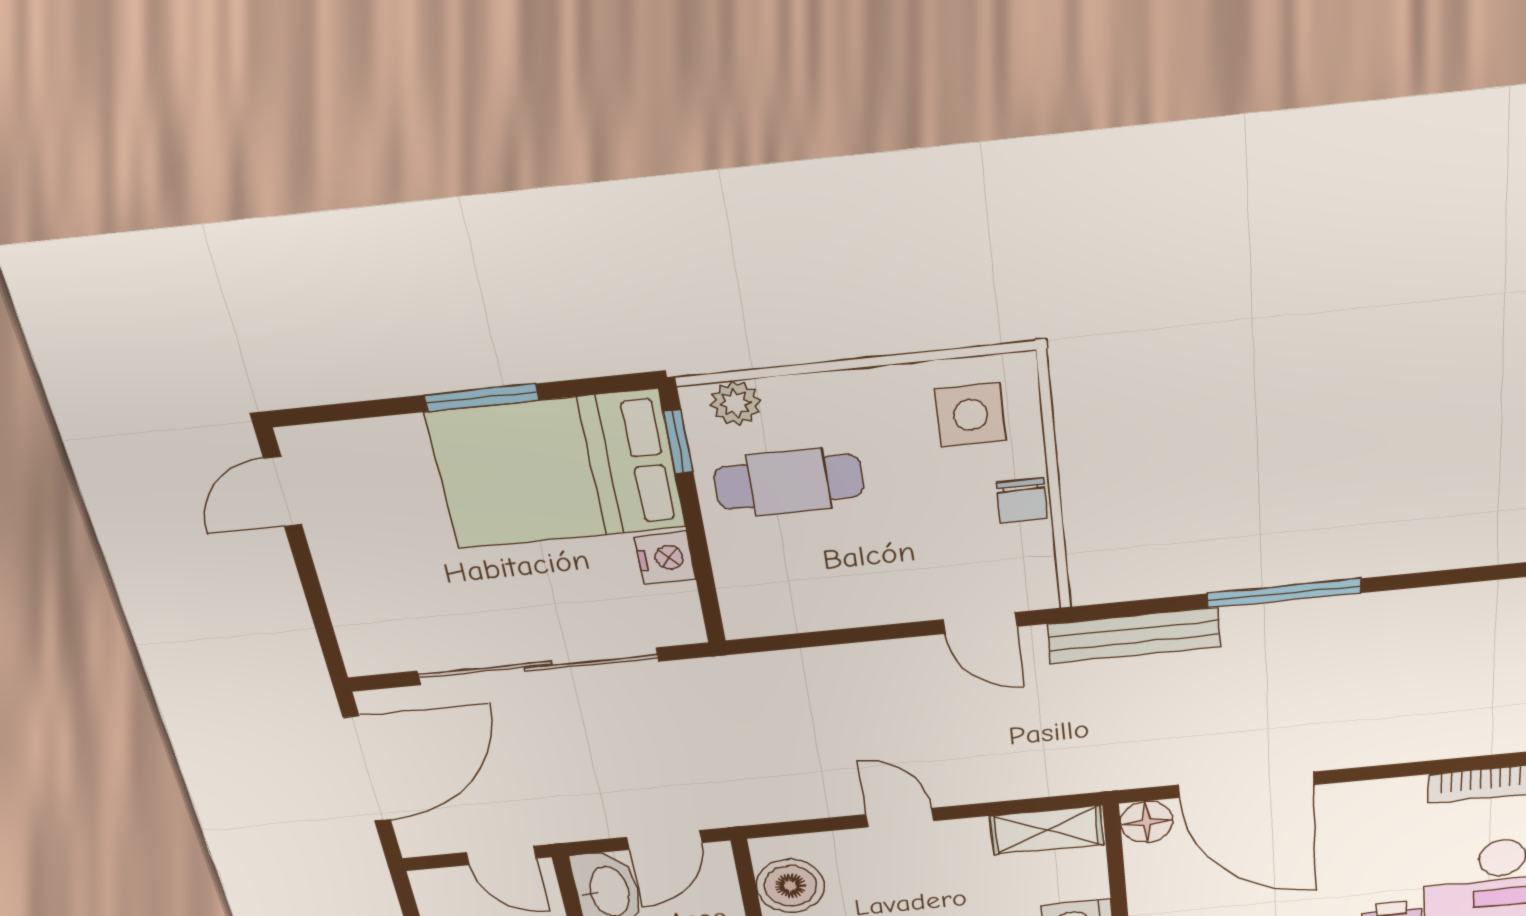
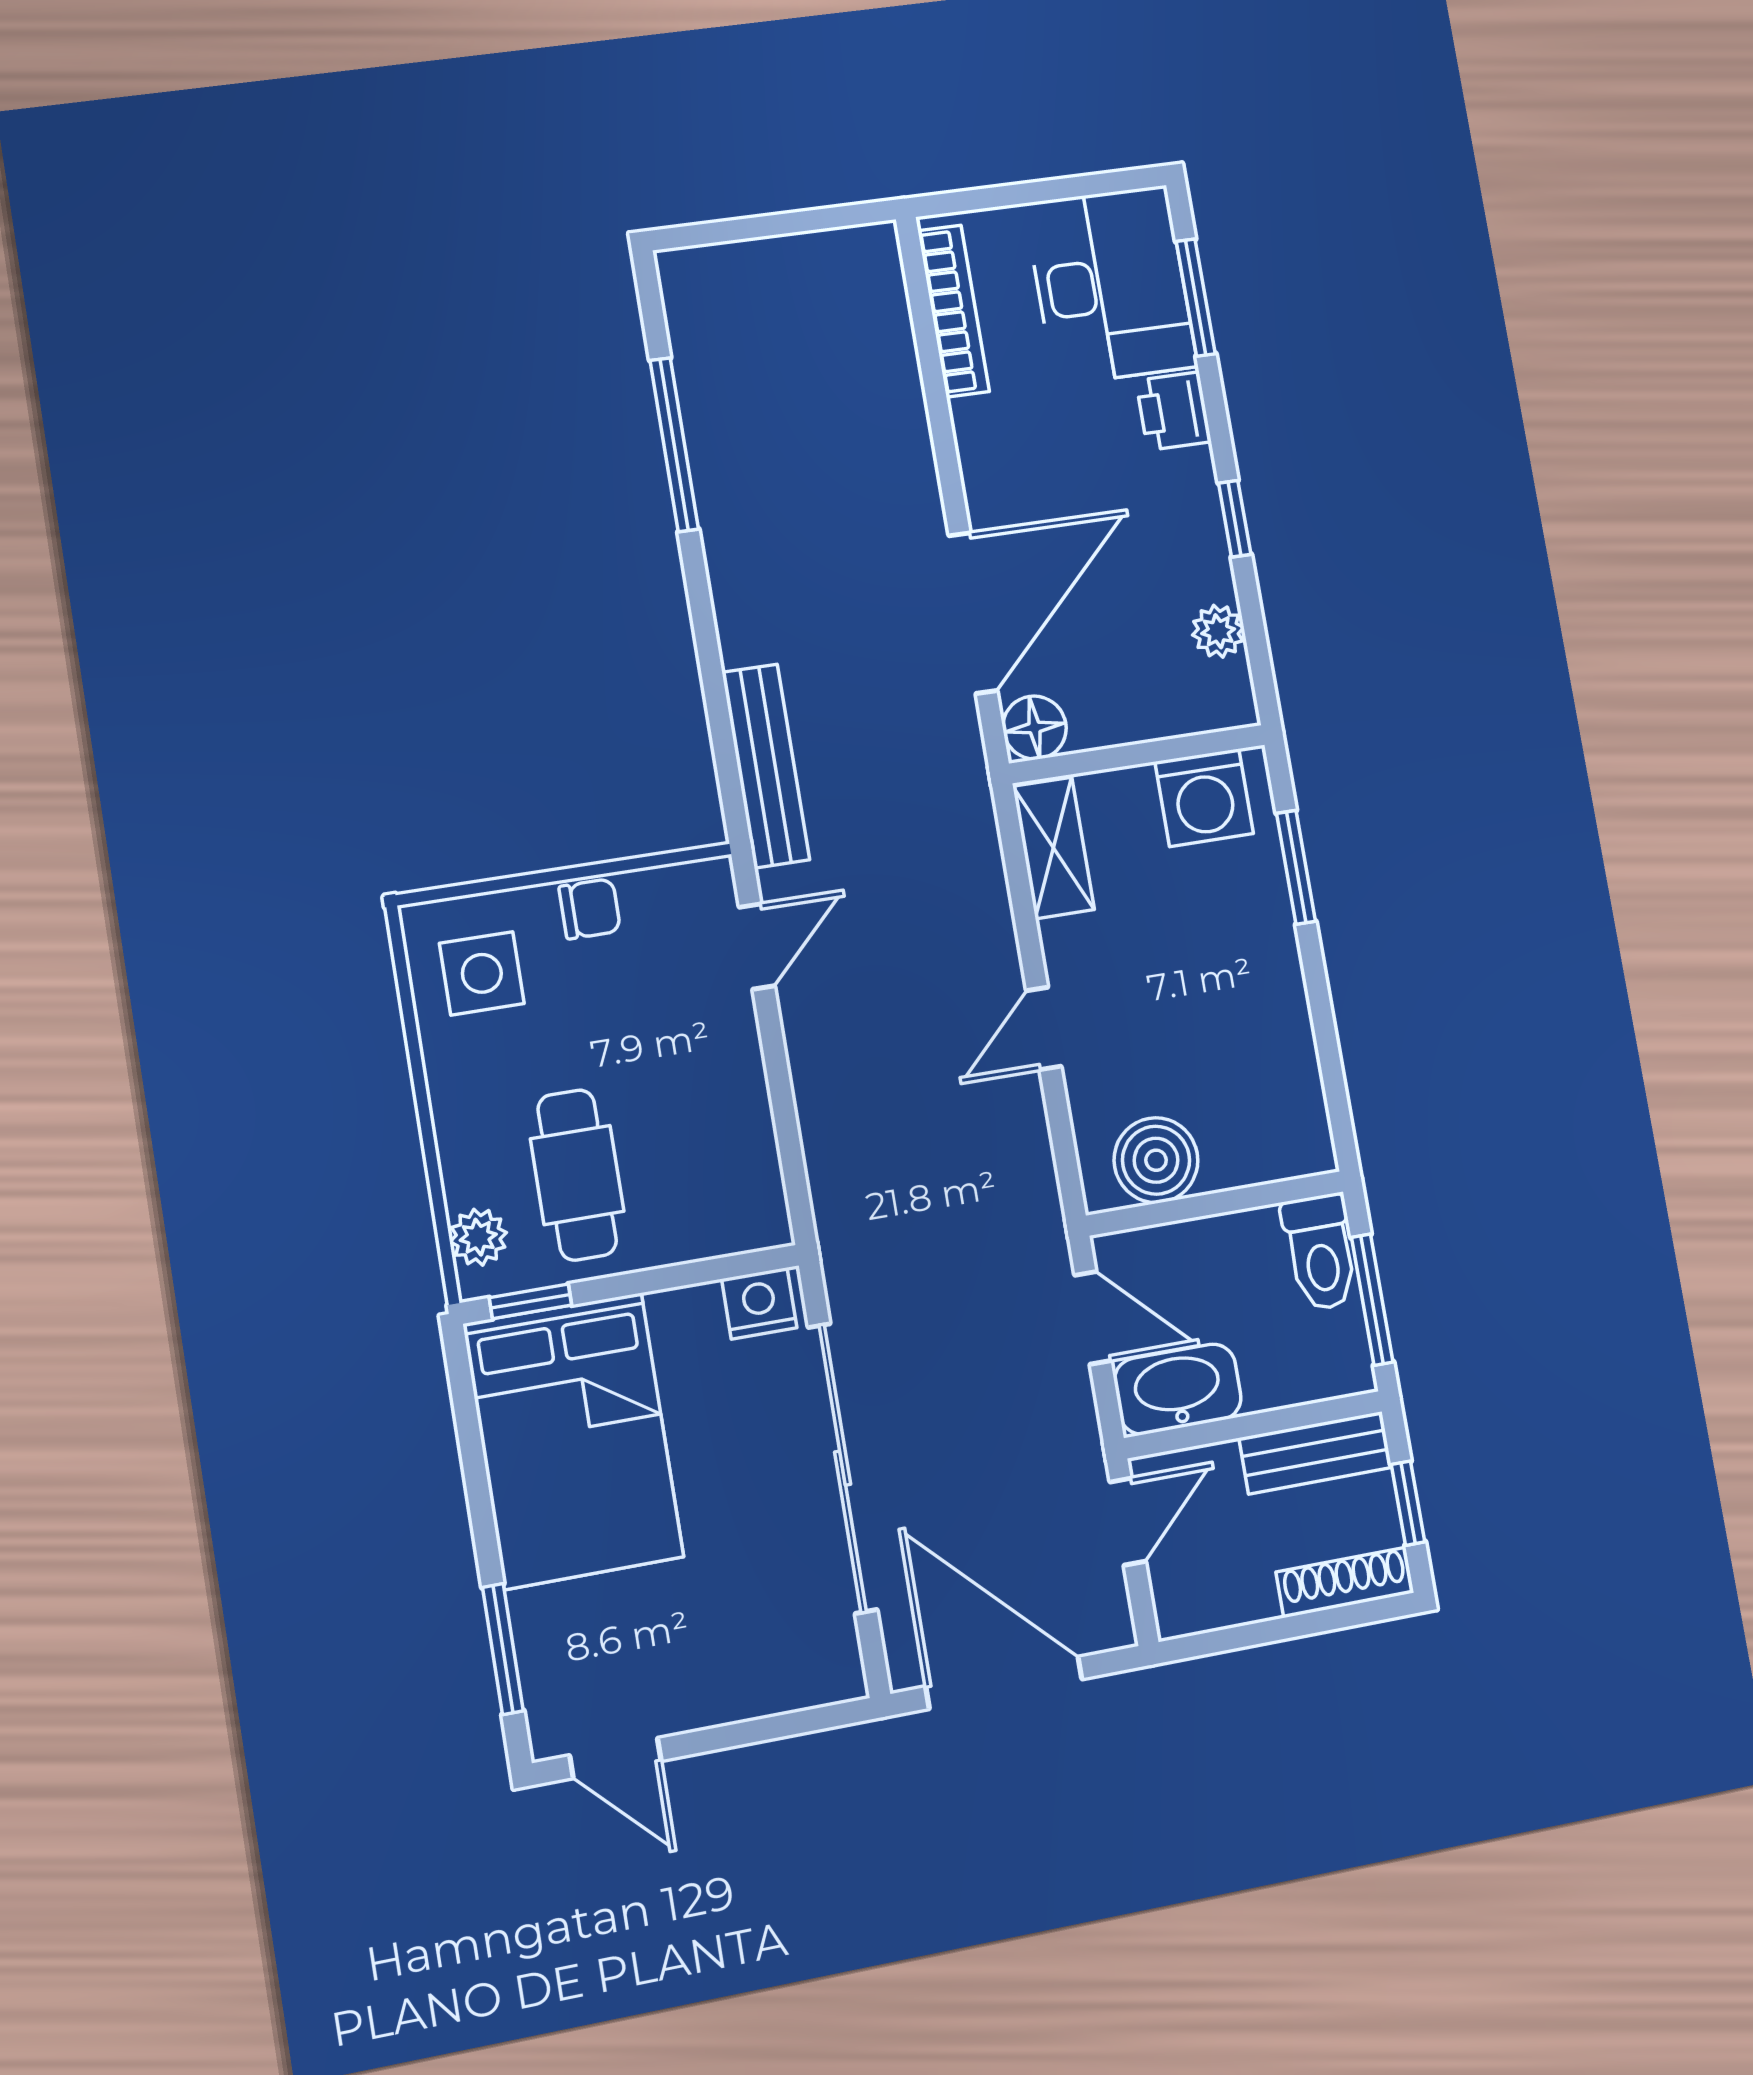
window: (481, 398) -> (503, 1649), moved
nightstand: (665, 558) -> (759, 1303), moved
window: (1284, 593) -> (674, 445), moved

